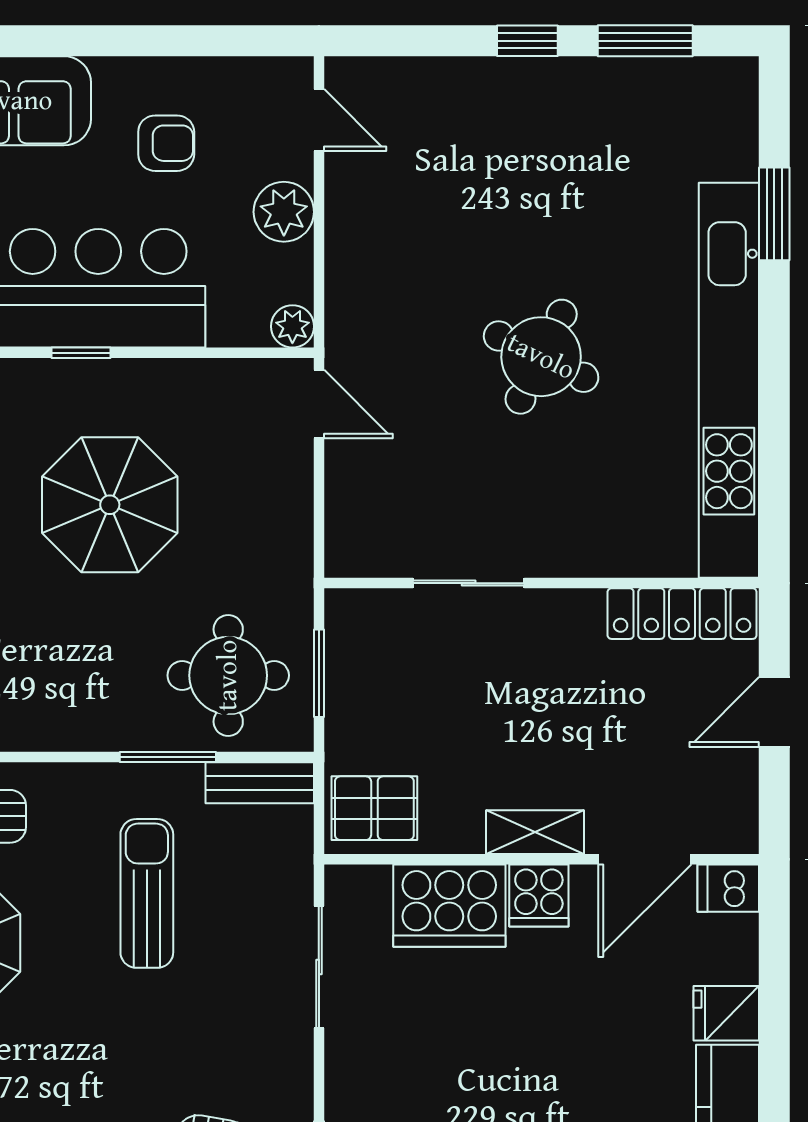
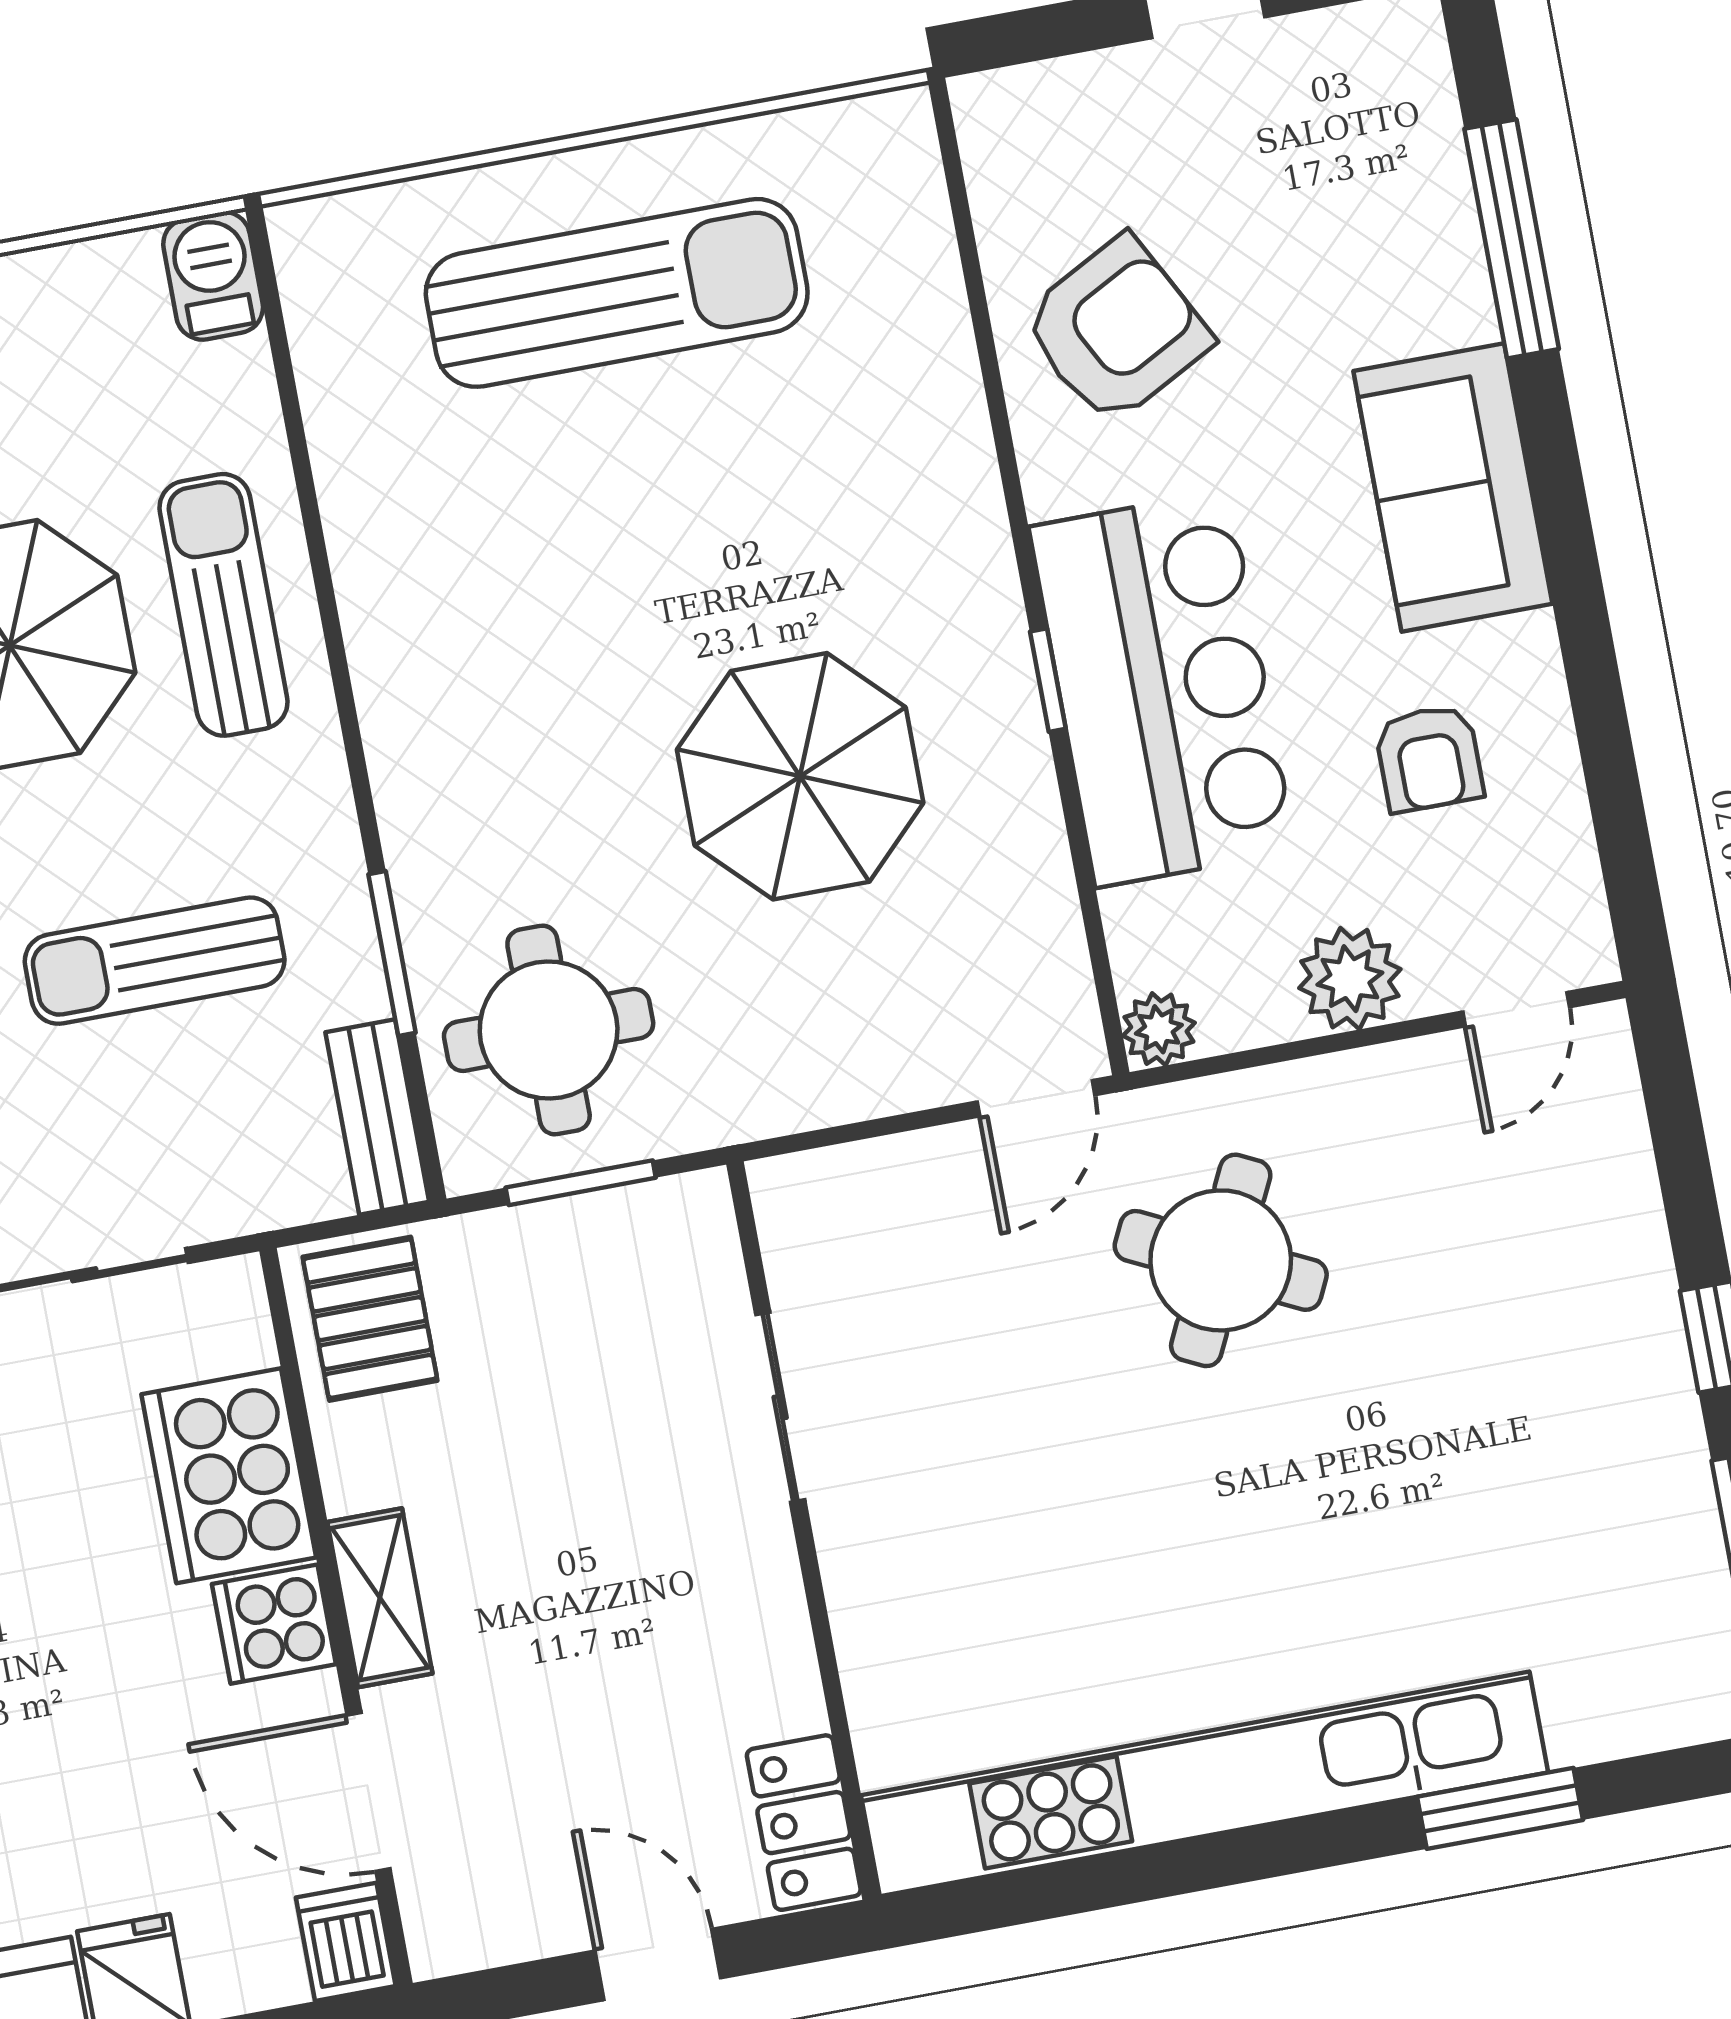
round table: (541, 357) -> (1221, 1260), moved
locker: (682, 614) -> (804, 1823), width x0.66
sun lounger: (147, 893) -> (155, 961), turned 180

